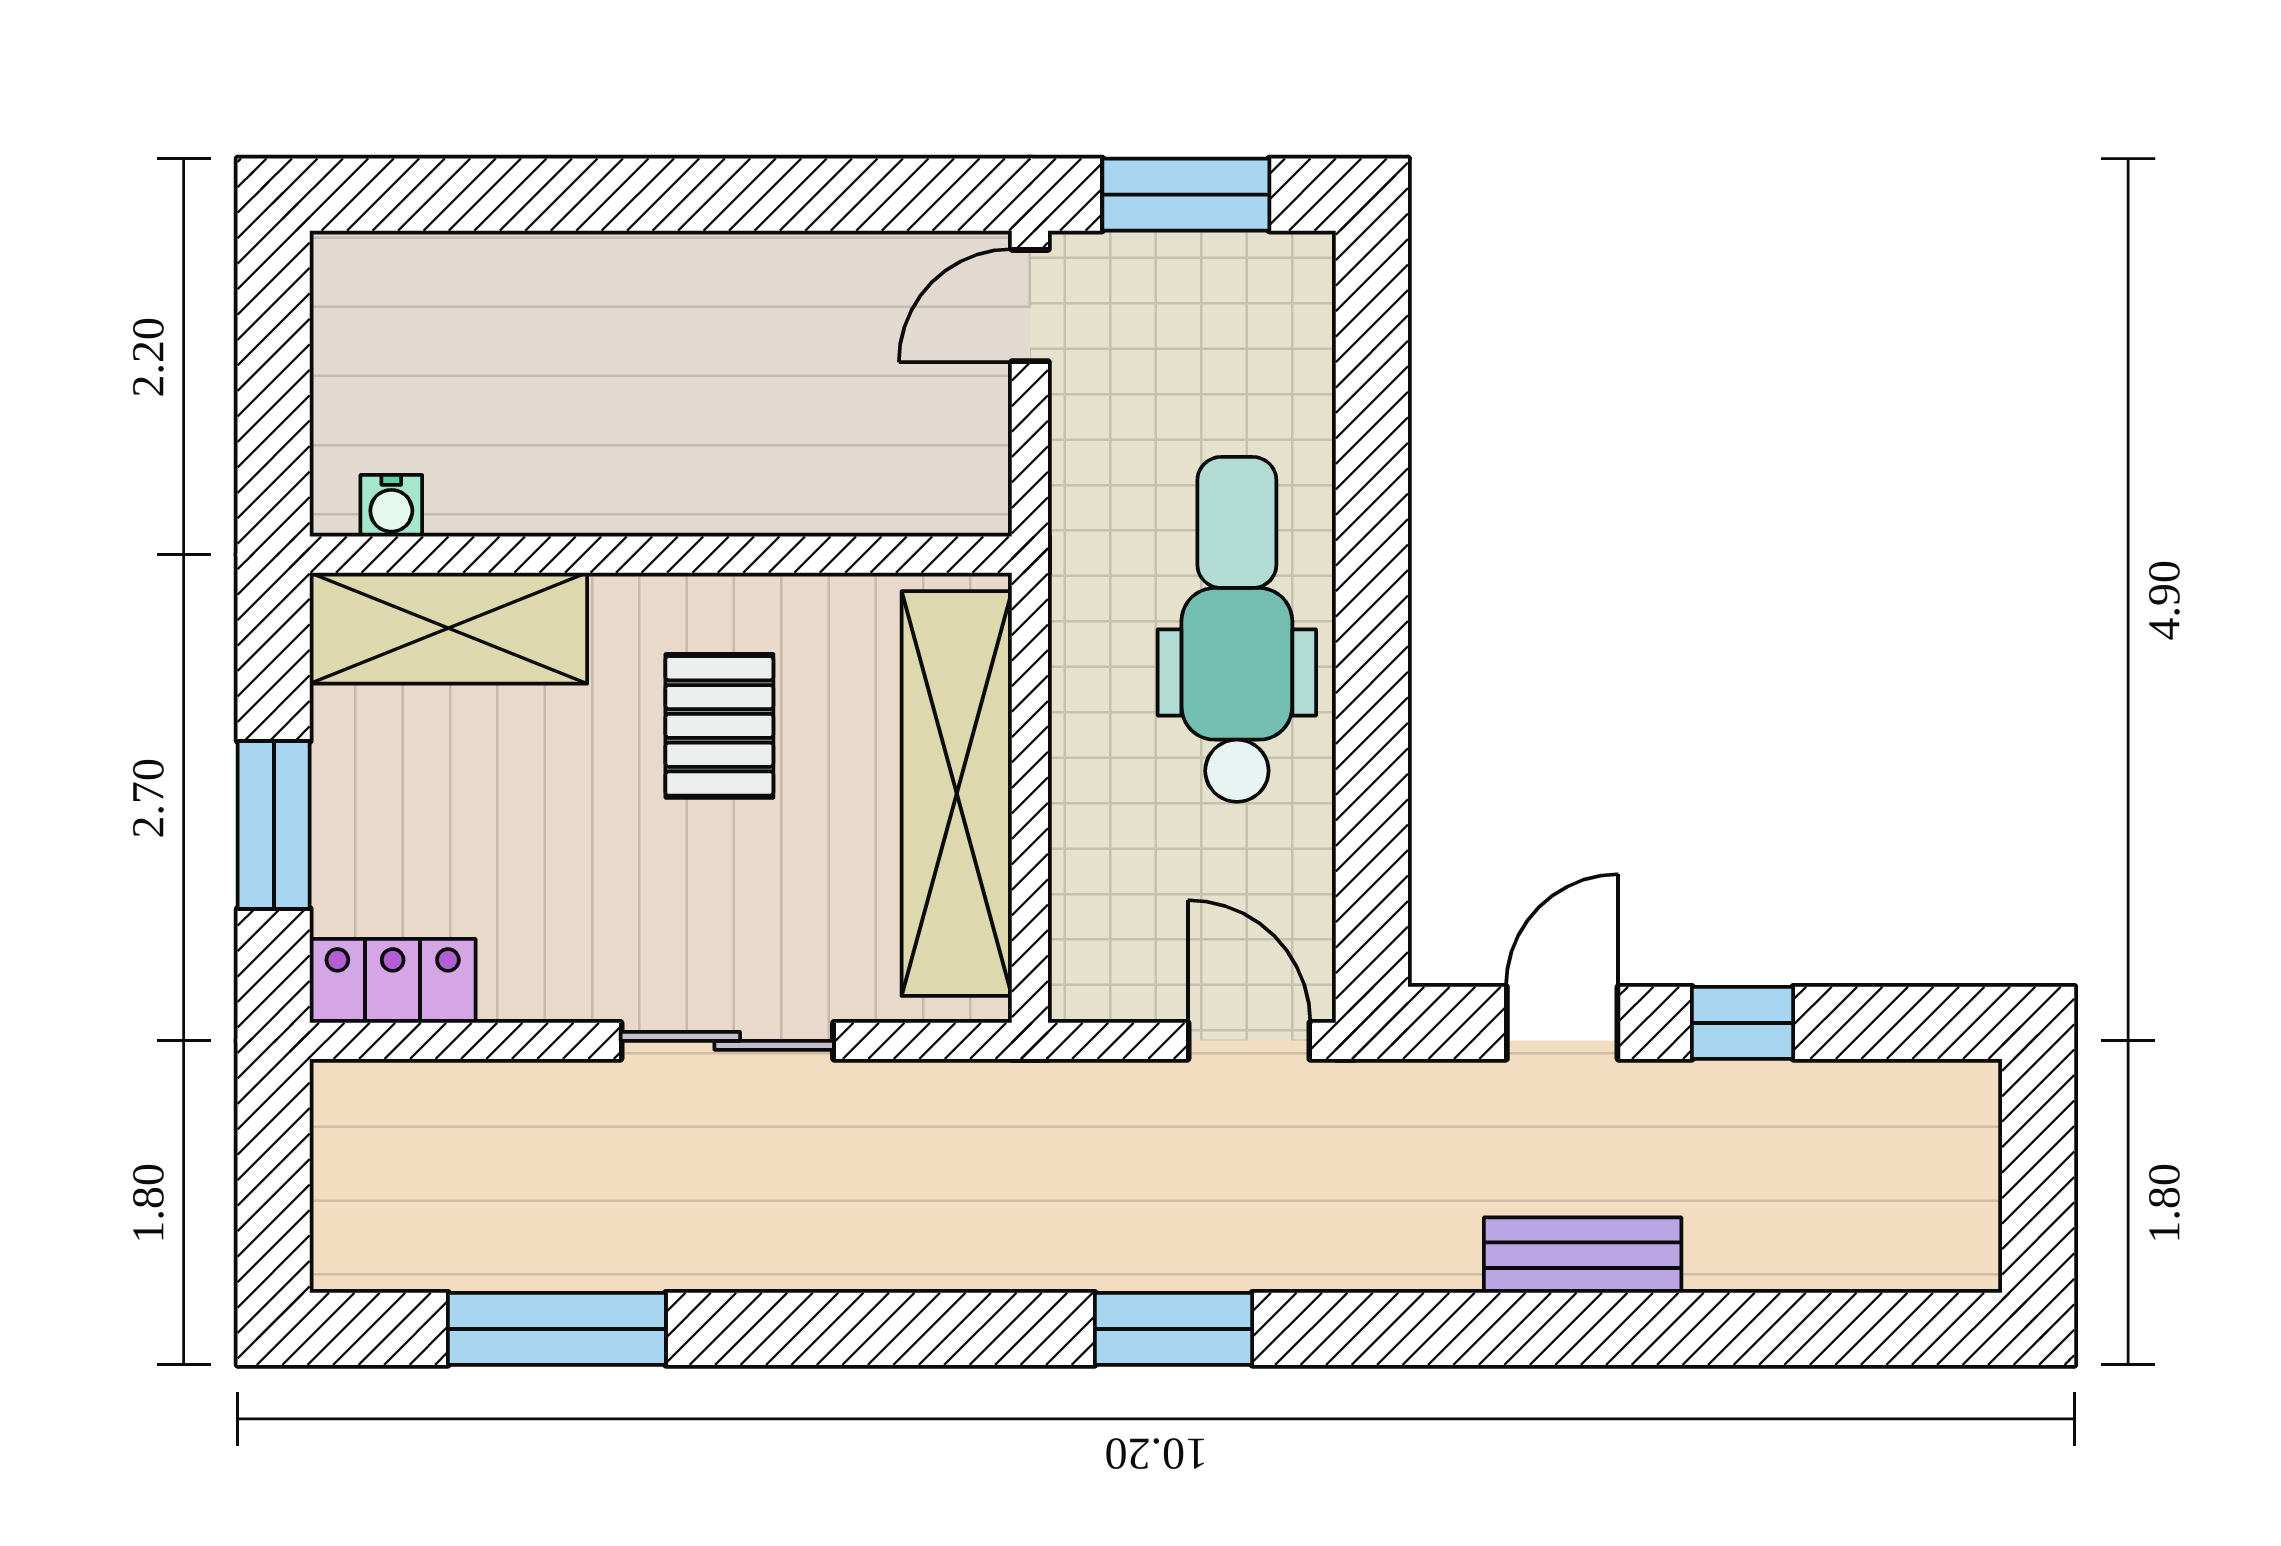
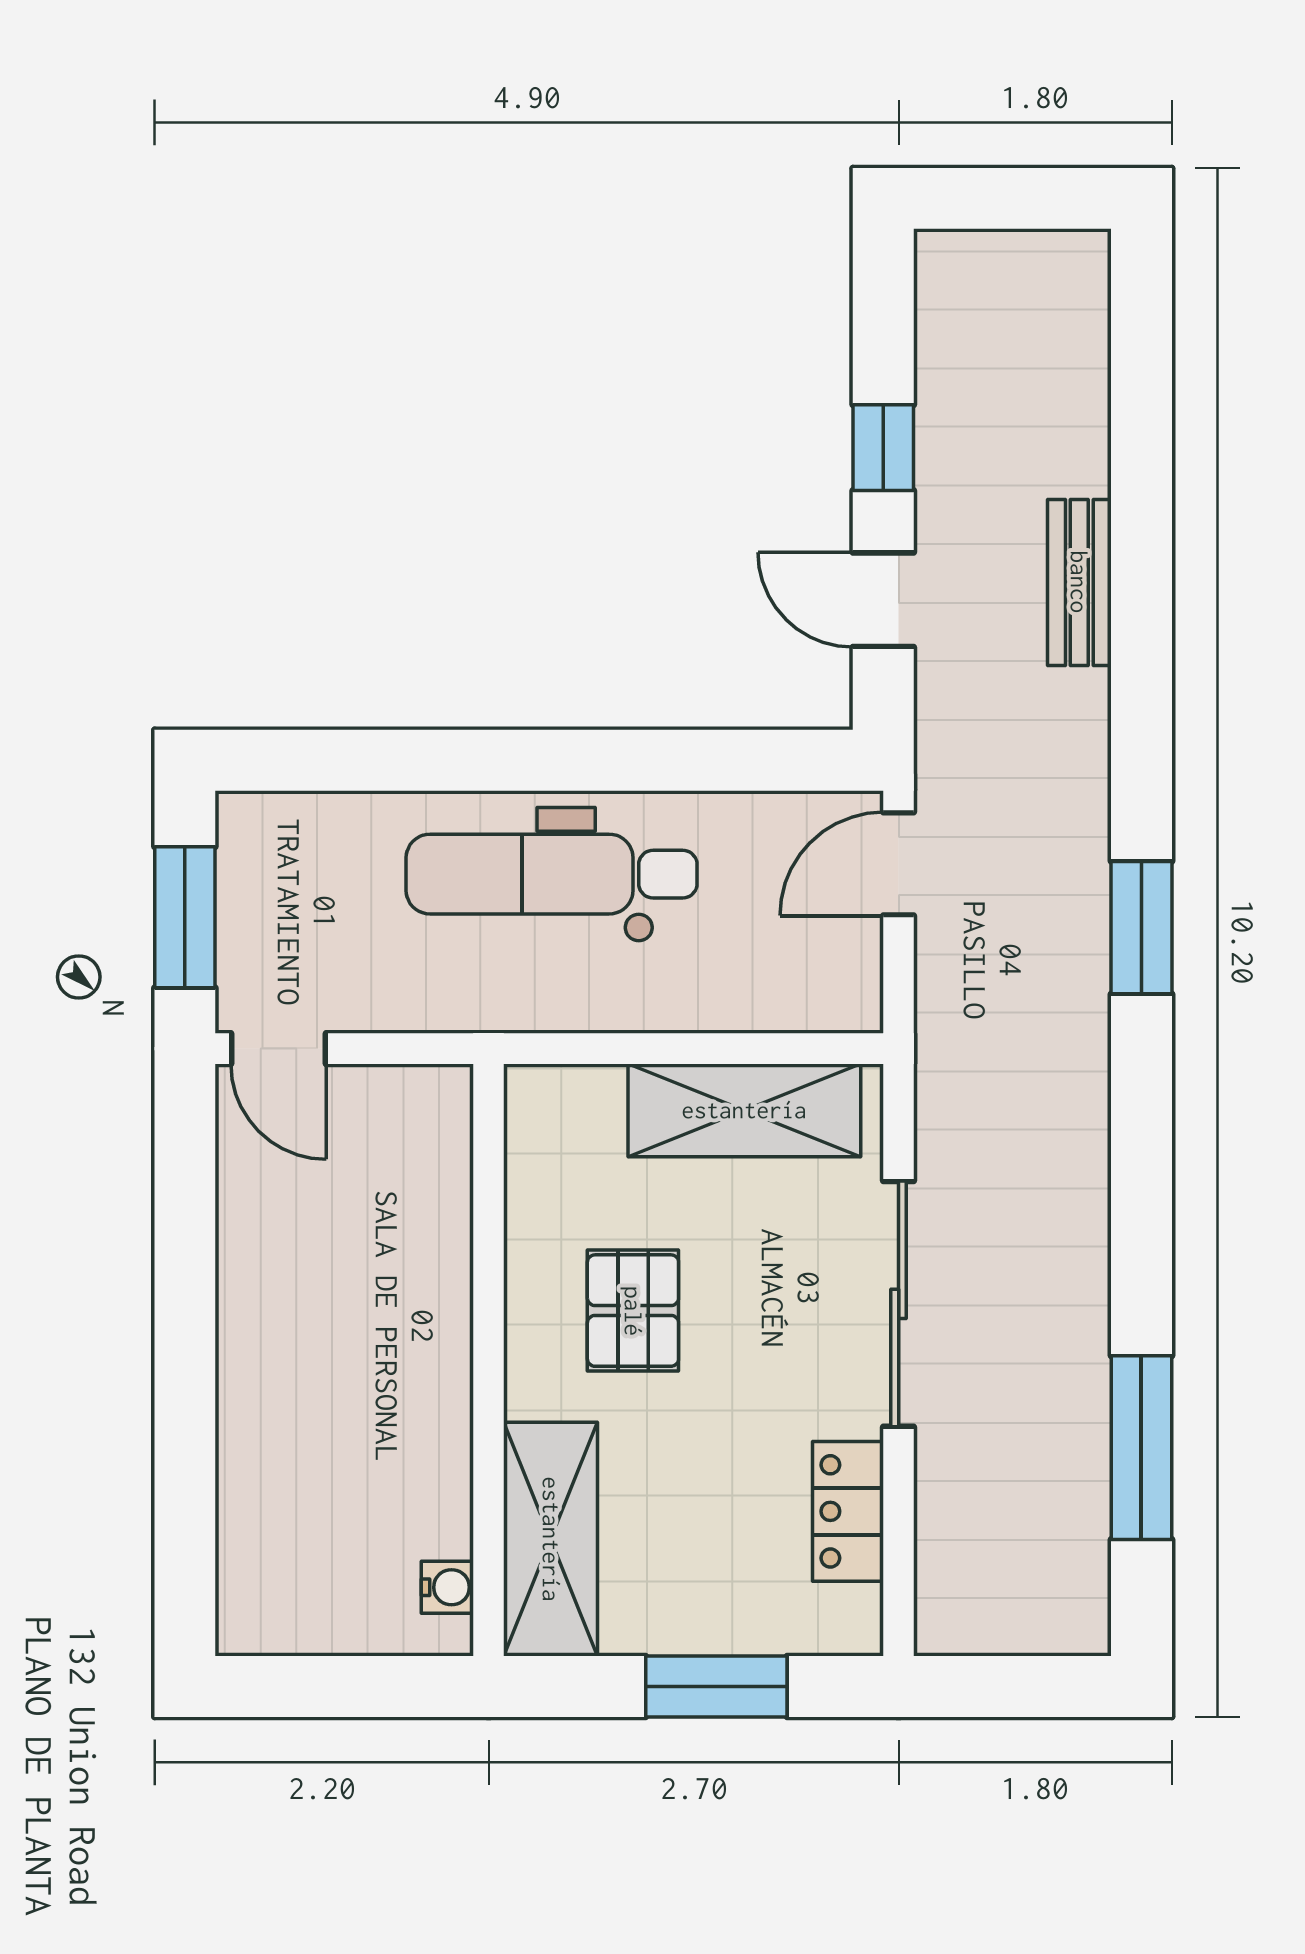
pallet: (719, 726) -> (633, 1311), turned 90
shelving: (957, 794) -> (744, 1110), width x0.68
locker: (393, 981) -> (848, 1511), moved
sliding door: (727, 1041) -> (899, 1304), width x1.37

